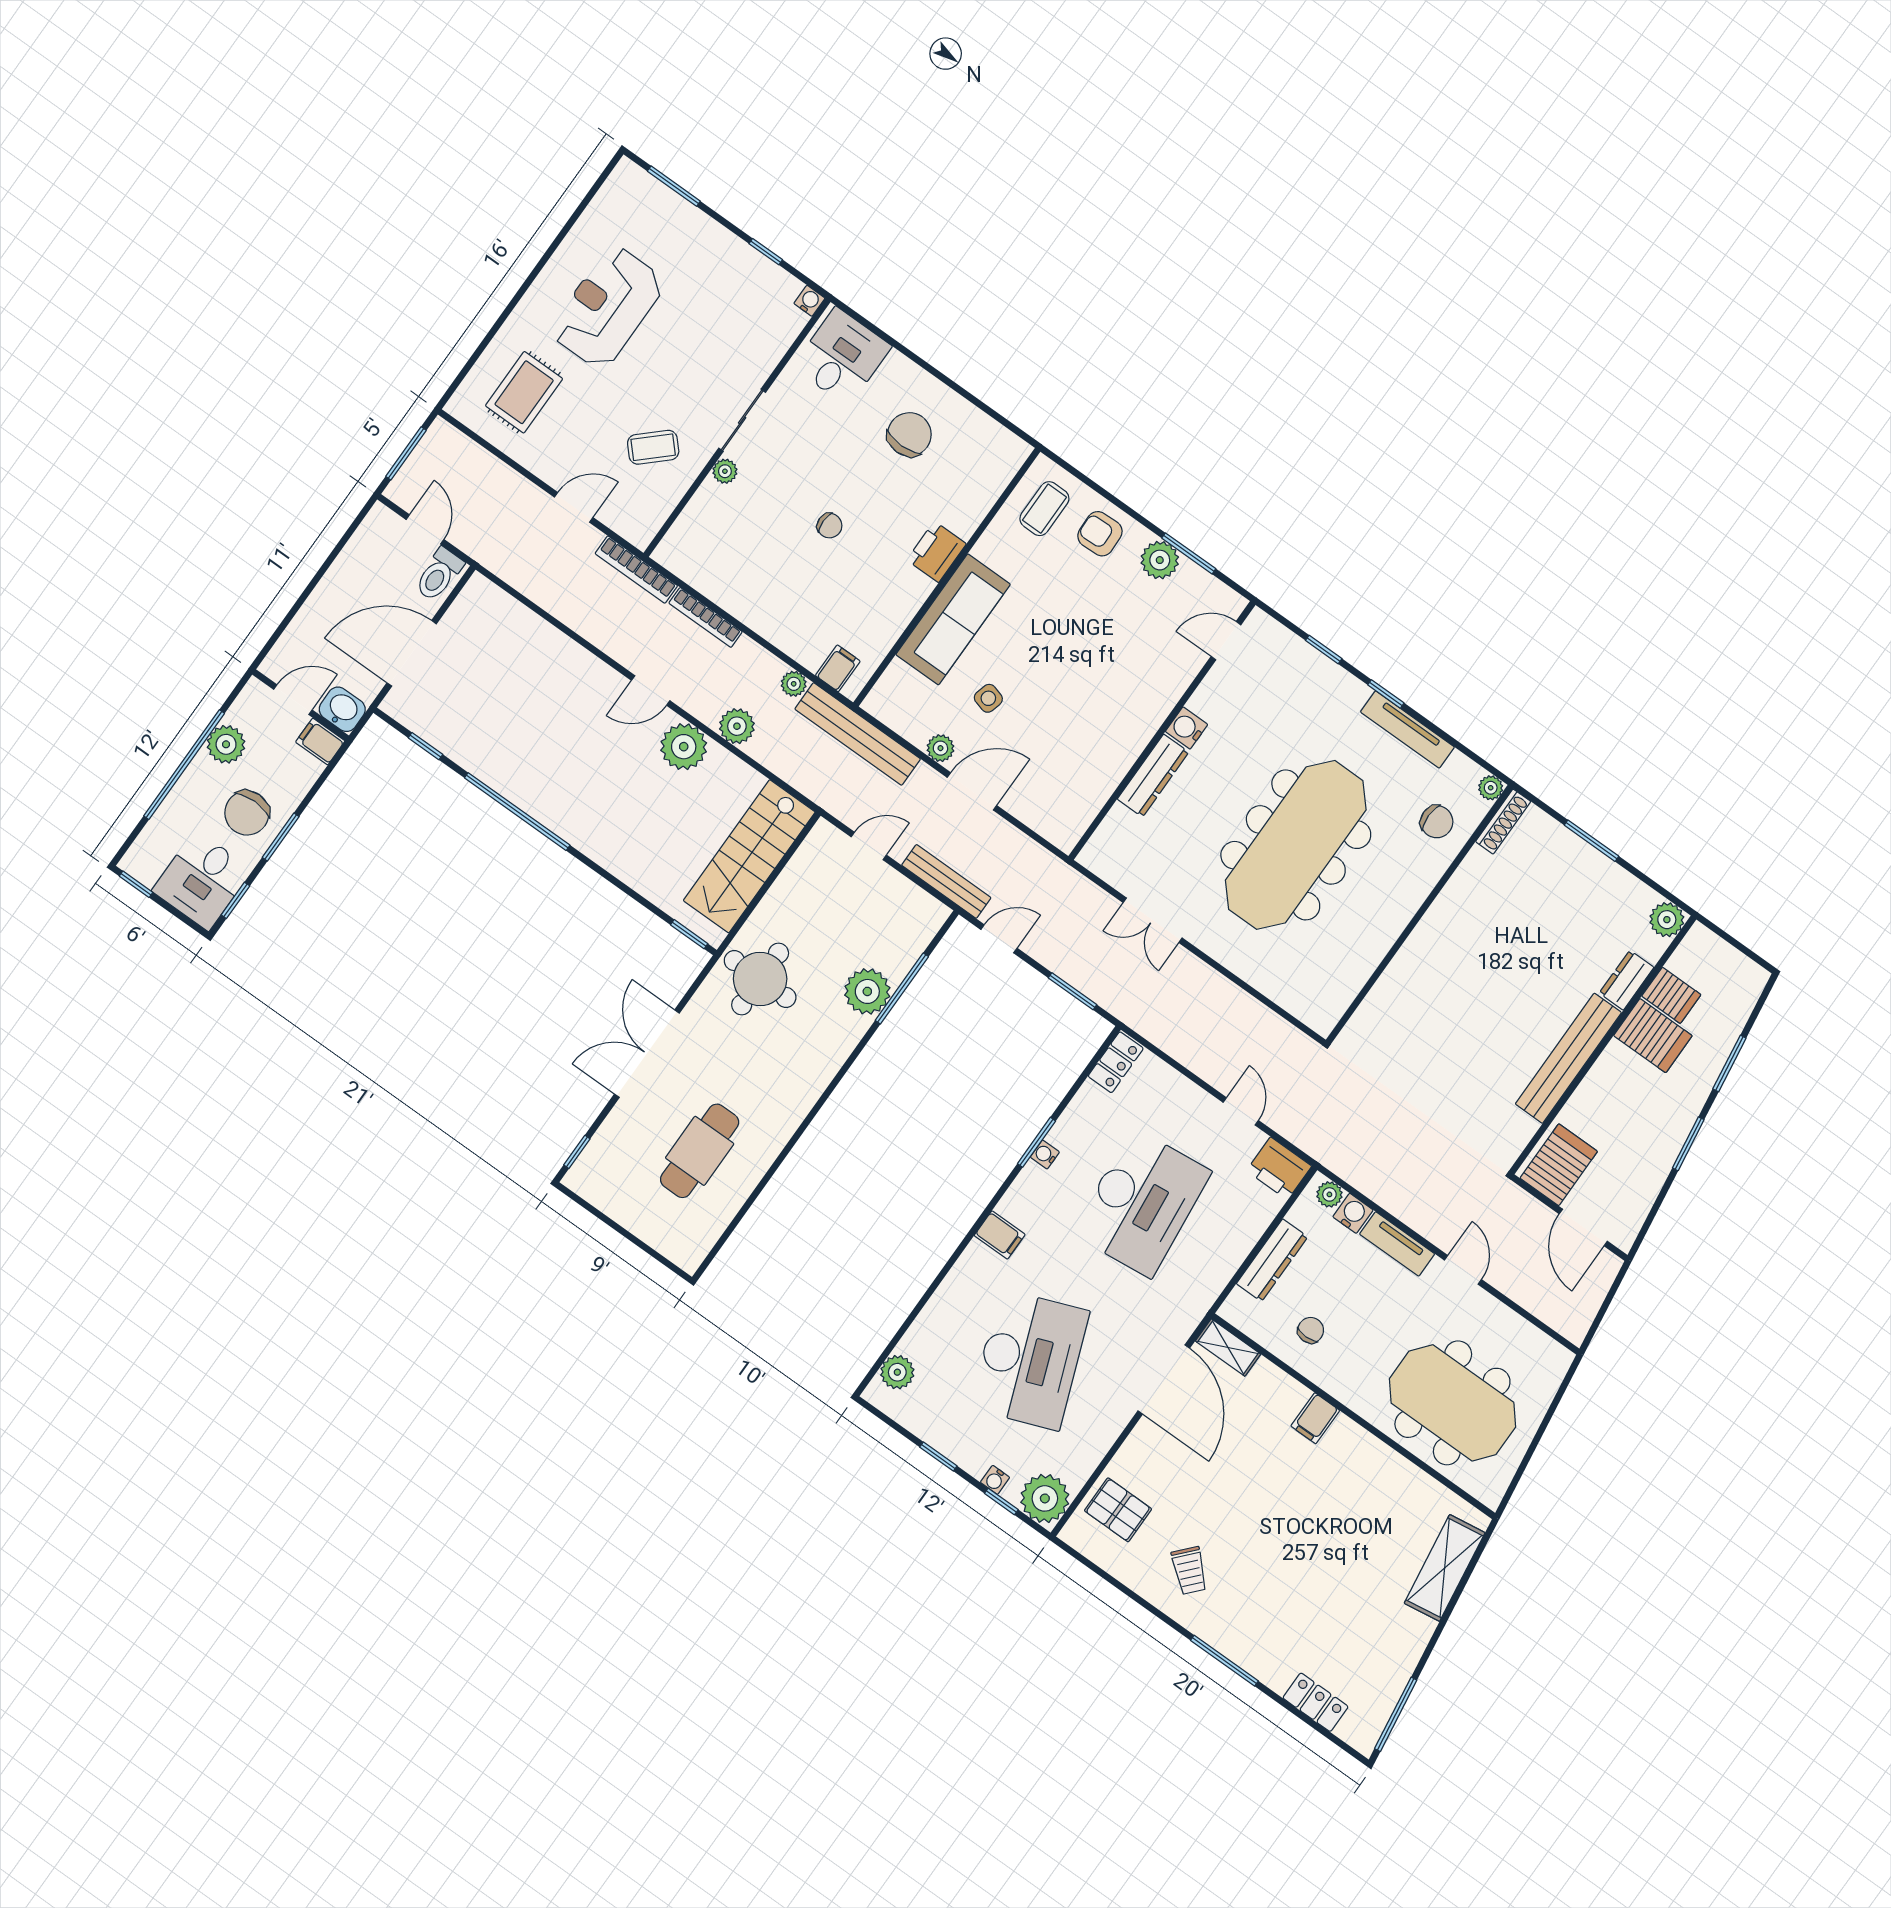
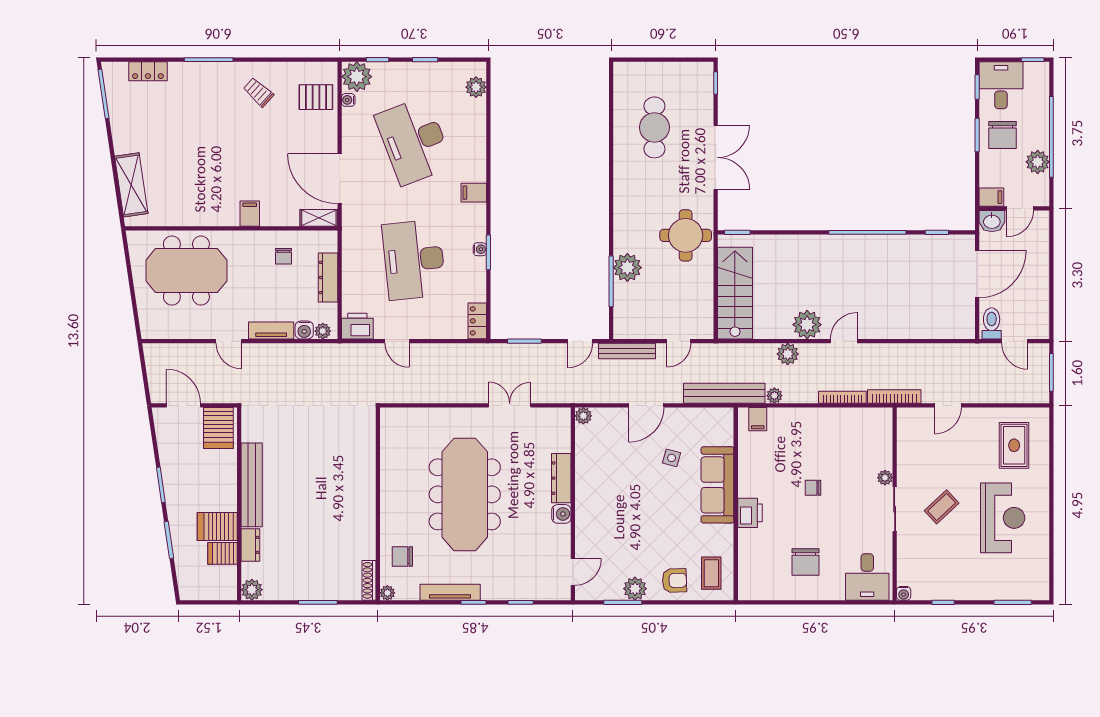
coffee table: (653, 447) -> (942, 507), moved
plant: (940, 748) -> (583, 416), moved
chair: (247, 813) -> (1003, 135), turned 180
water cooler: (995, 1480) -> (348, 100), moved, turned -90

